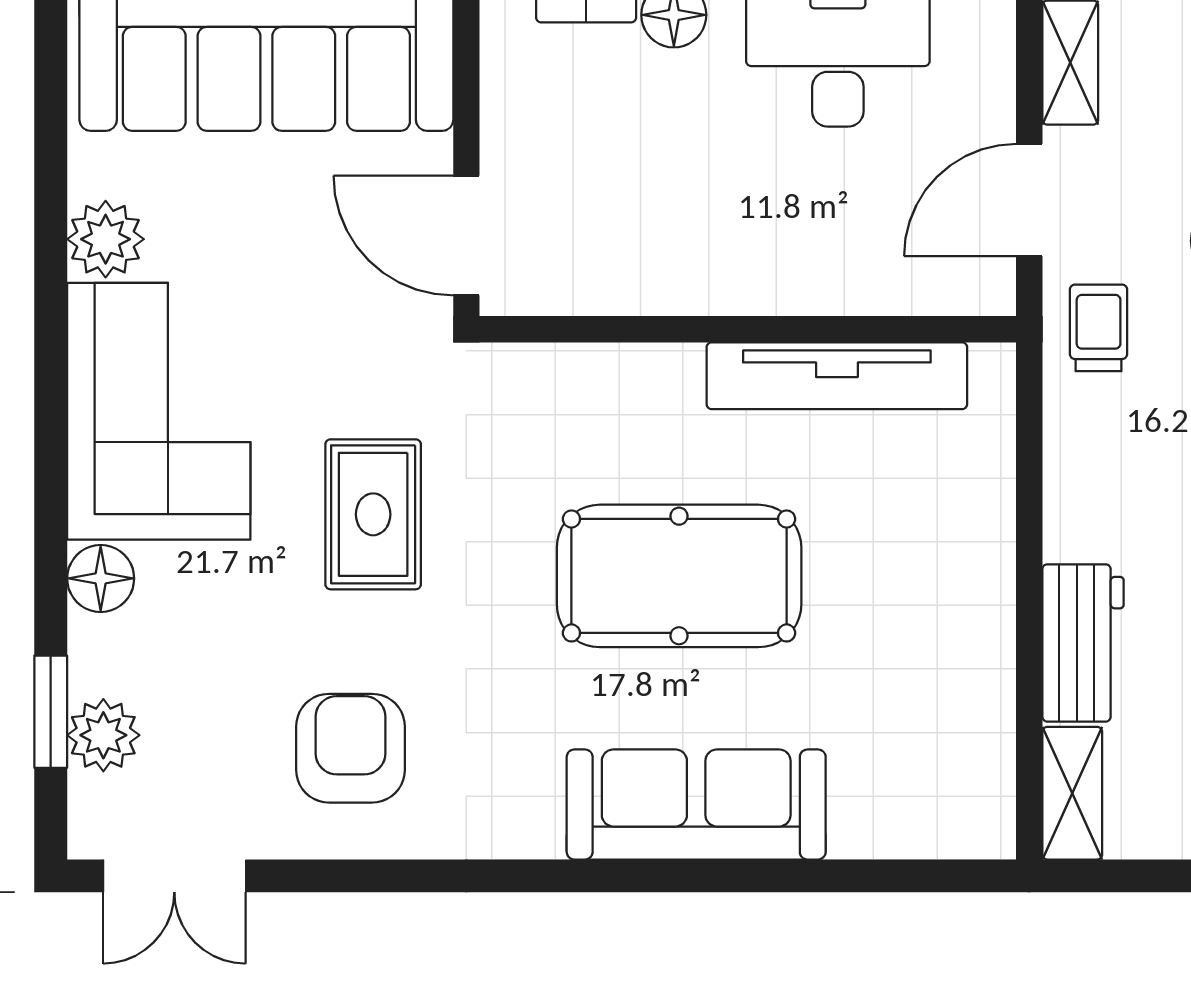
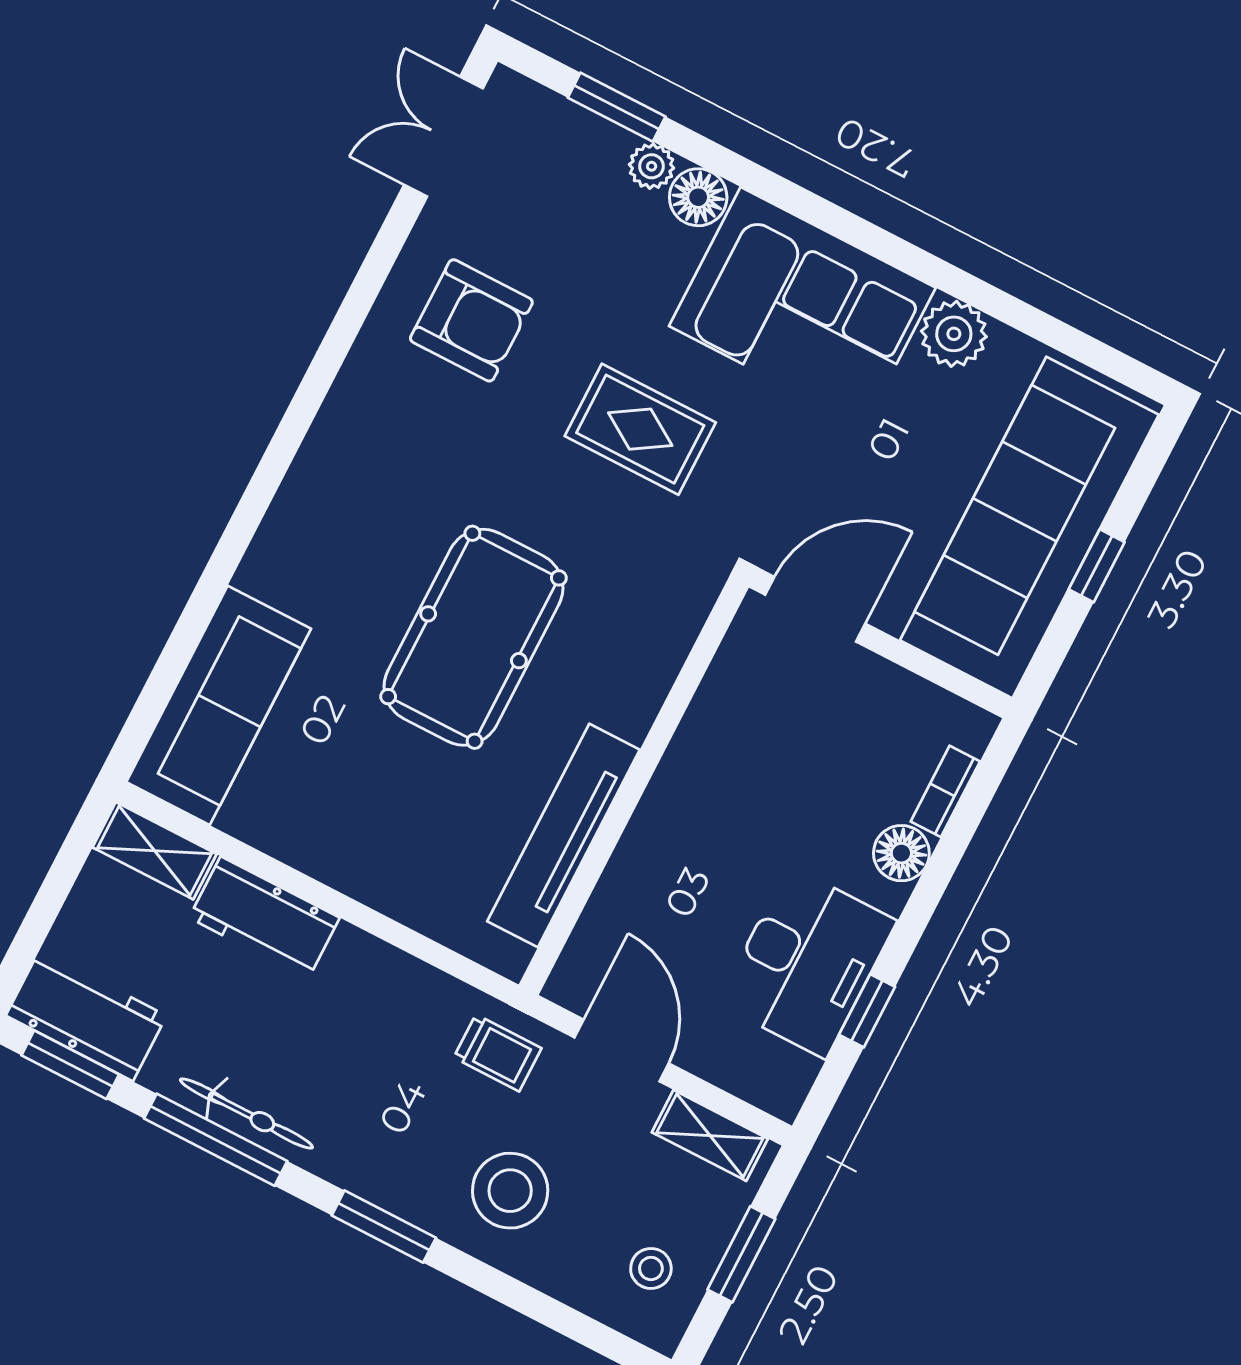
plant: (103, 735) -> (652, 166), moved, width x0.73, depth x0.73
sofa: (696, 804) -> (219, 705), moved

